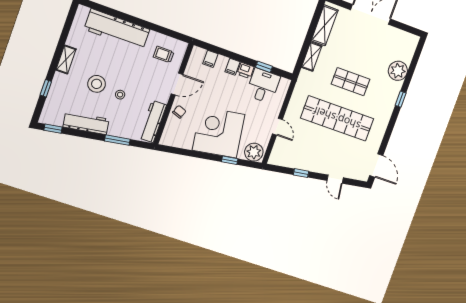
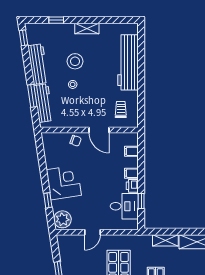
workbench: (153, 121) -> (43, 103), moved, turned 81
corner desk: (219, 132) -> (64, 182), width x0.74, depth x0.74

